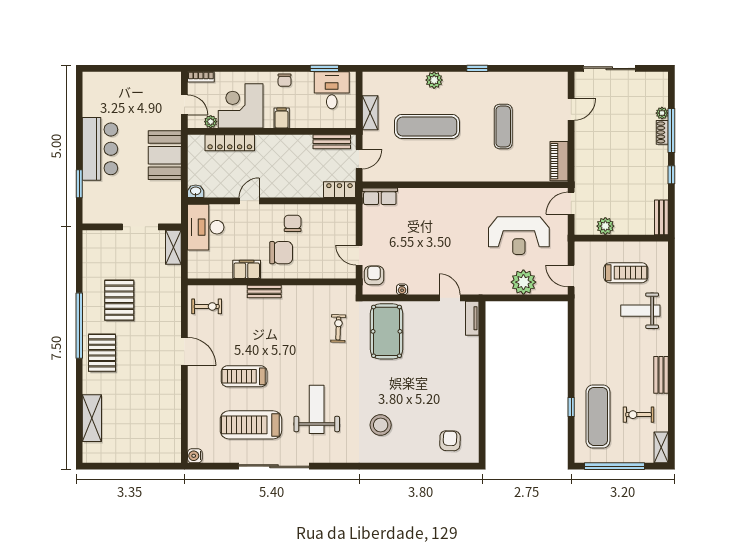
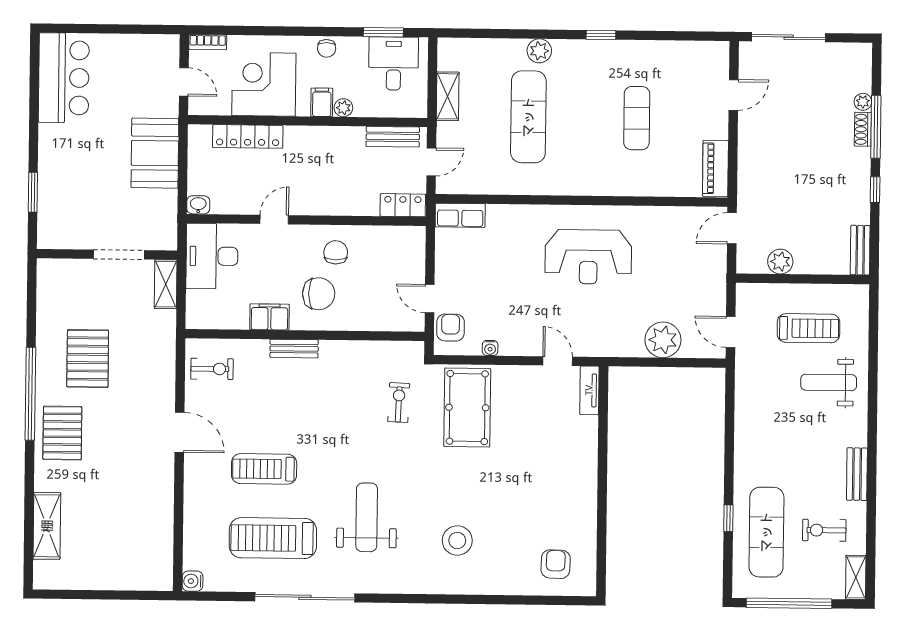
plant: (211, 122) -> (343, 108), moved
exercise mat: (427, 127) -> (528, 117), turned 90
bar counter: (100, 149) -> (64, 78), moved
reception desk: (519, 236) -> (588, 257), moved

